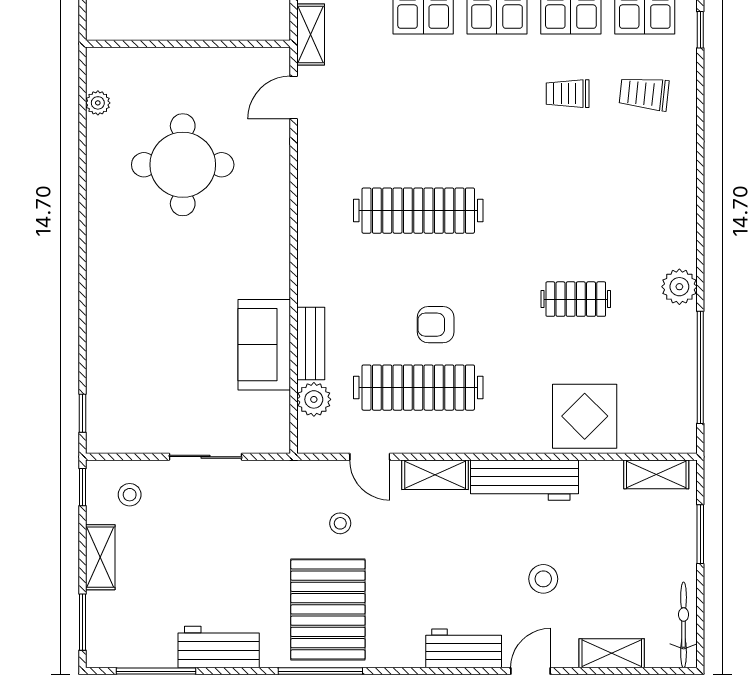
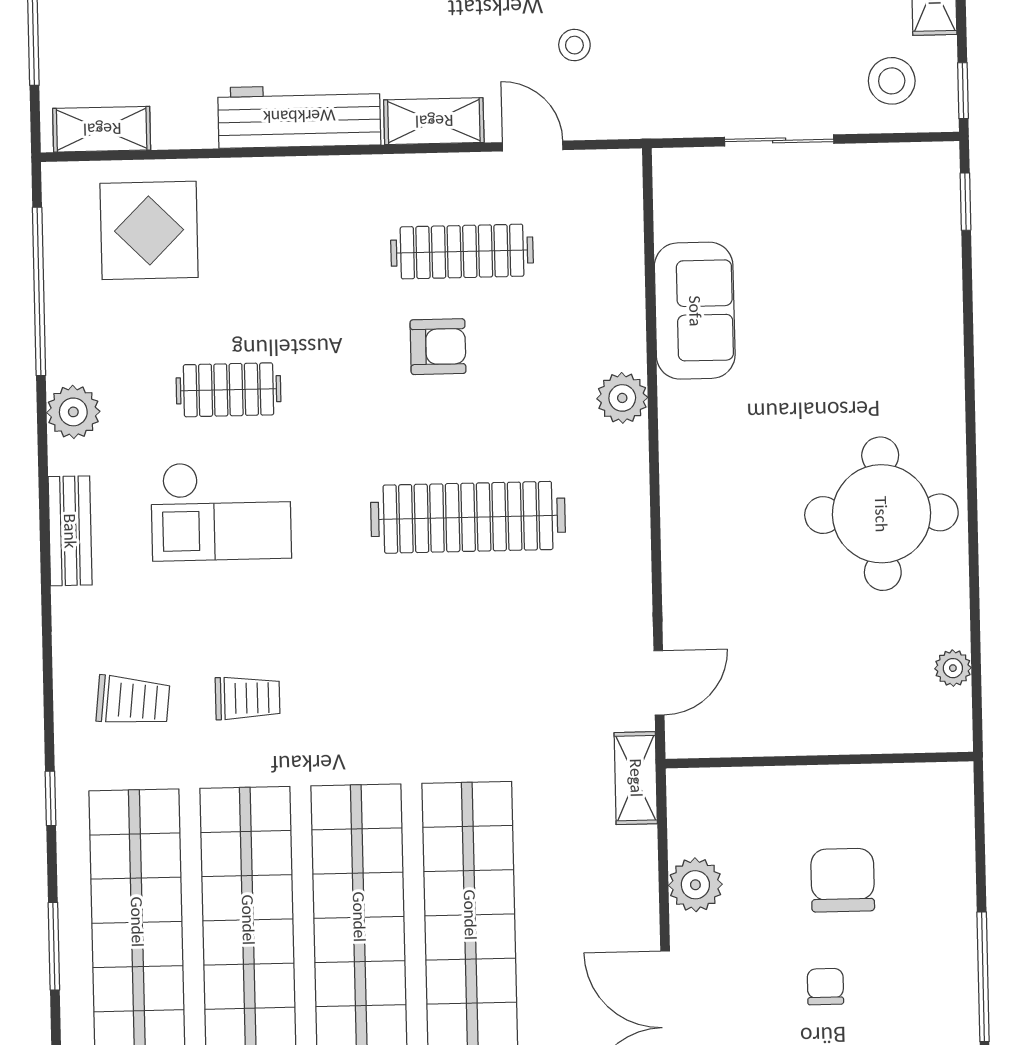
round table: (183, 165) -> (881, 514), moved
checkout: (583, 219) -> (221, 511), added
bench: (311, 344) -> (70, 531), moved
clothes rail: (418, 388) -> (462, 252), width x0.73, depth x0.76
plant: (314, 399) -> (622, 398), moved
display table: (585, 416) -> (149, 230), moved
stool: (130, 495) -> (892, 81), width x1.37, depth x1.37

